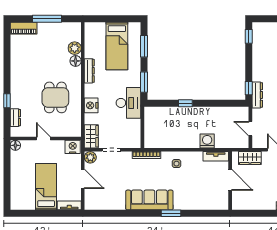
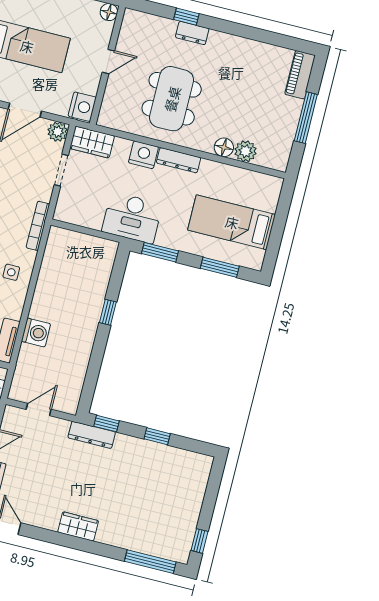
window: (249, 36) -> (157, 436), moved
dresser: (89, 71) -> (179, 160), moved
dining table: (55, 97) -> (172, 99), width x1.38
dresser: (15, 118) -> (192, 33), moved

